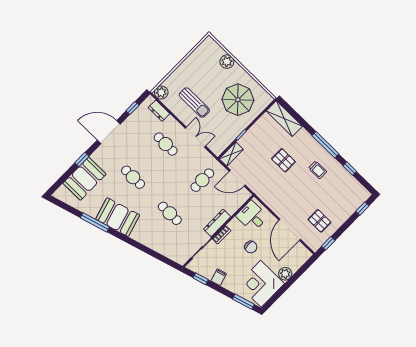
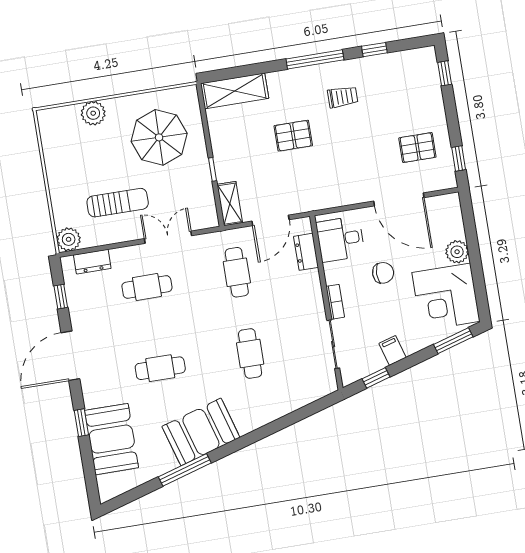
cafe table: (170, 213) -> (250, 353), turned 90
dresser: (217, 223) -> (306, 252), moved, width x0.70

